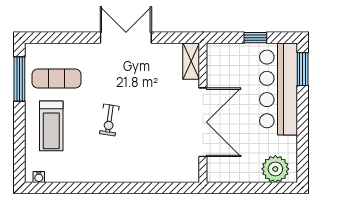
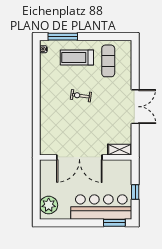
window: (19, 79) -> (63, 37), moved

